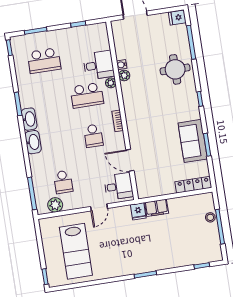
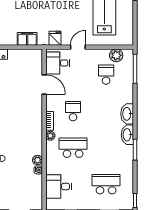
desk: (99, 65) -> (59, 187), moved
plant: (111, 83) -> (50, 136), moved
fridge: (138, 211) -> (55, 38), moved

